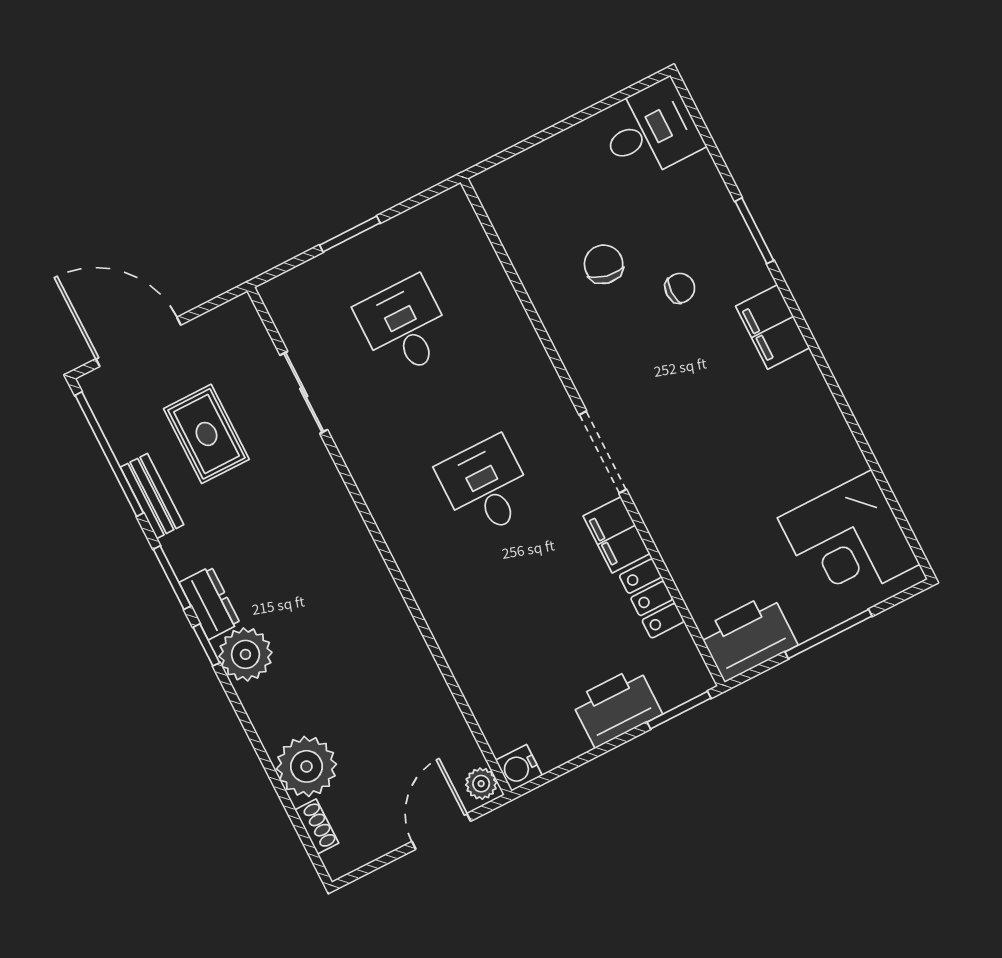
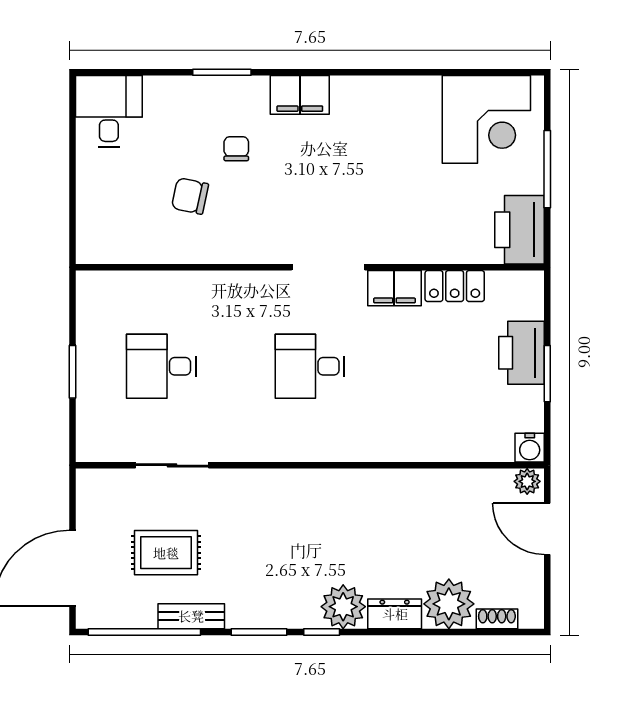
dresser: (210, 603) -> (395, 614), moved
window: (679, 710) -> (547, 374), moved

